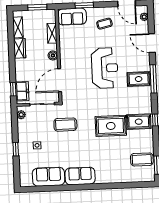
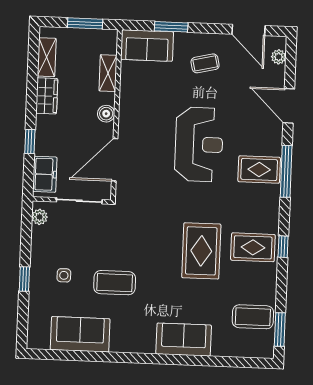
window: (13, 89) -> (30, 142), moved
coffee table: (65, 125) -> (115, 283), moved
rug: (111, 126) -> (201, 251), turned 90
sofa: (80, 176) -> (184, 340), moved

